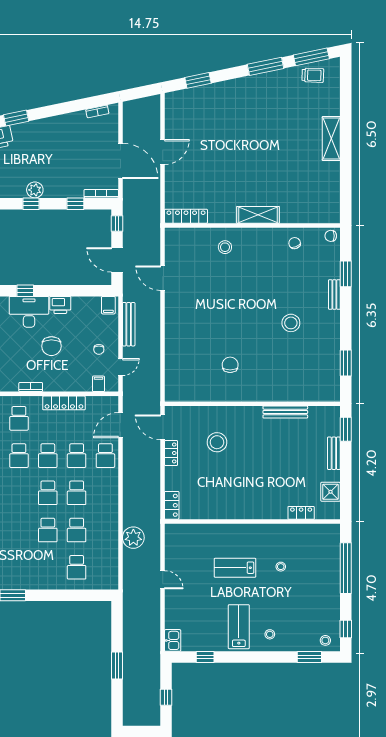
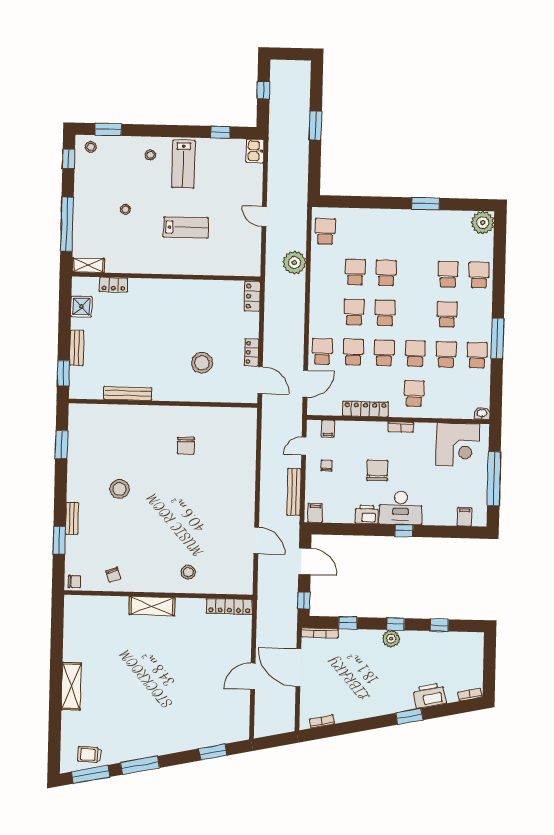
shelving: (325, 530) -> (88, 265), added
school desk: (77, 567) -> (325, 231), moved
stool: (281, 567) -> (125, 209), moved

